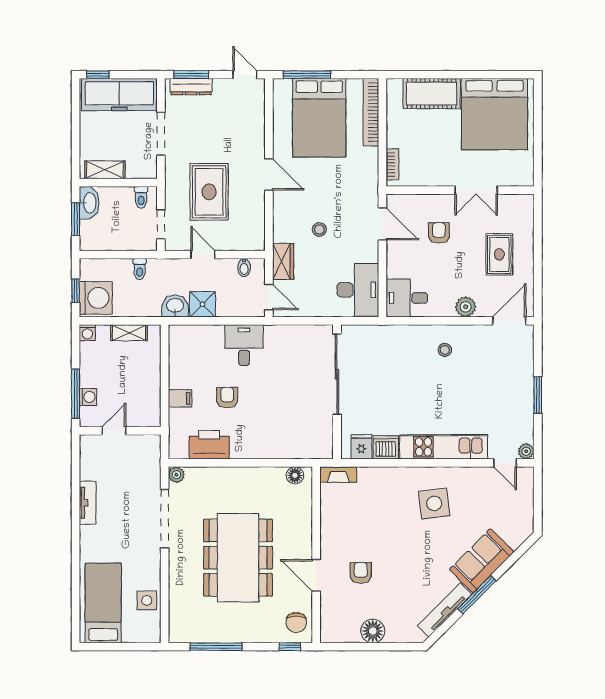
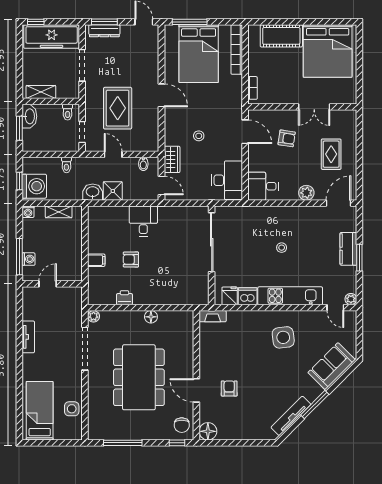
armchair: (439, 233) -> (287, 138), turned 99
stool: (445, 350) -> (282, 248), moved
kitchen counter: (523, 383) -> (348, 249), added
armchair: (227, 398) -> (131, 259), turned -90
printer: (209, 445) -> (124, 298), width x0.53, depth x0.68
floor lamp: (295, 475) -> (151, 317), moved
sofa: (482, 561) -> (332, 366), moved
floor lamp: (373, 631) -> (208, 431), moved

